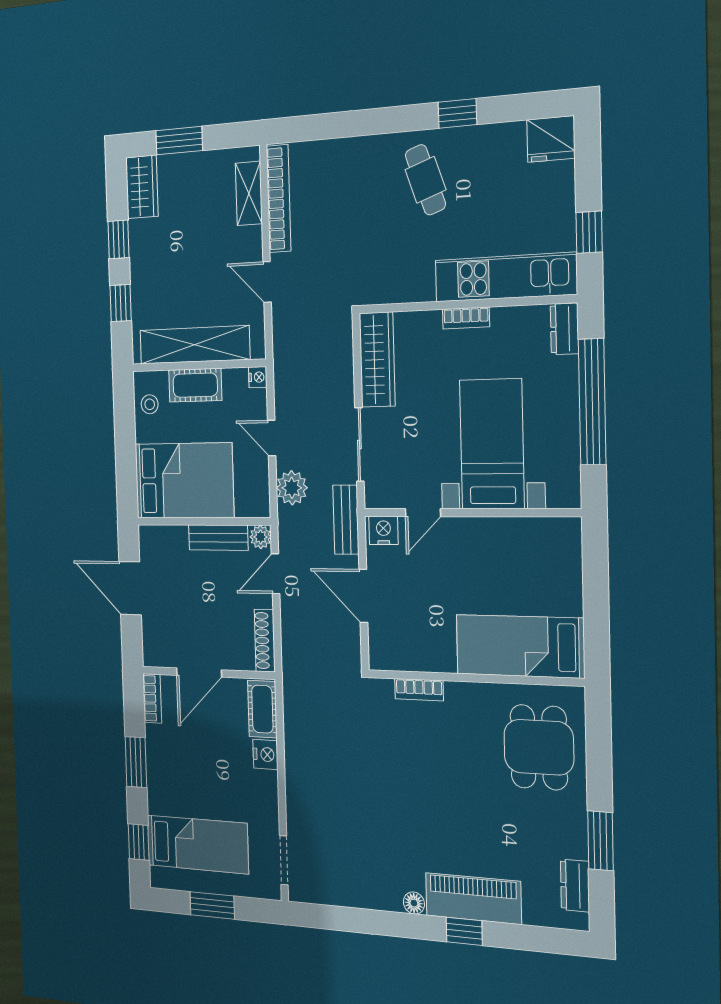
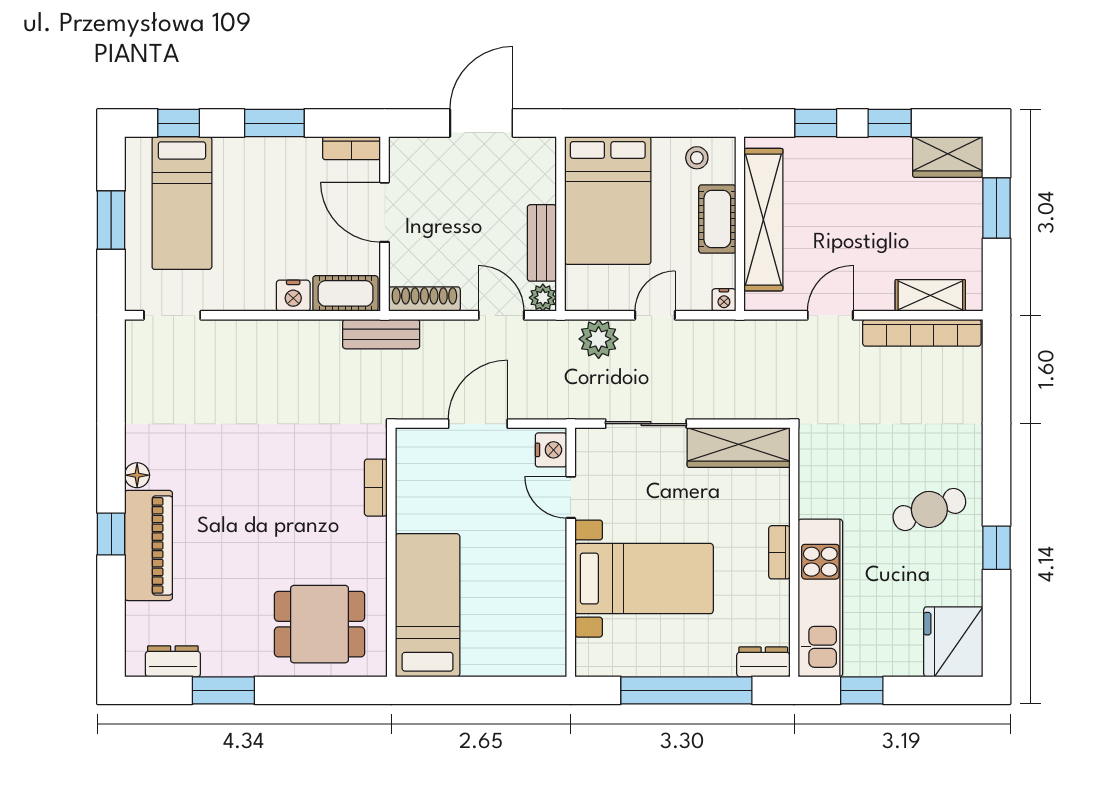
fridge: (551, 139) -> (953, 642), width x1.36, depth x1.34
bench: (346, 520) -> (381, 334), moved

